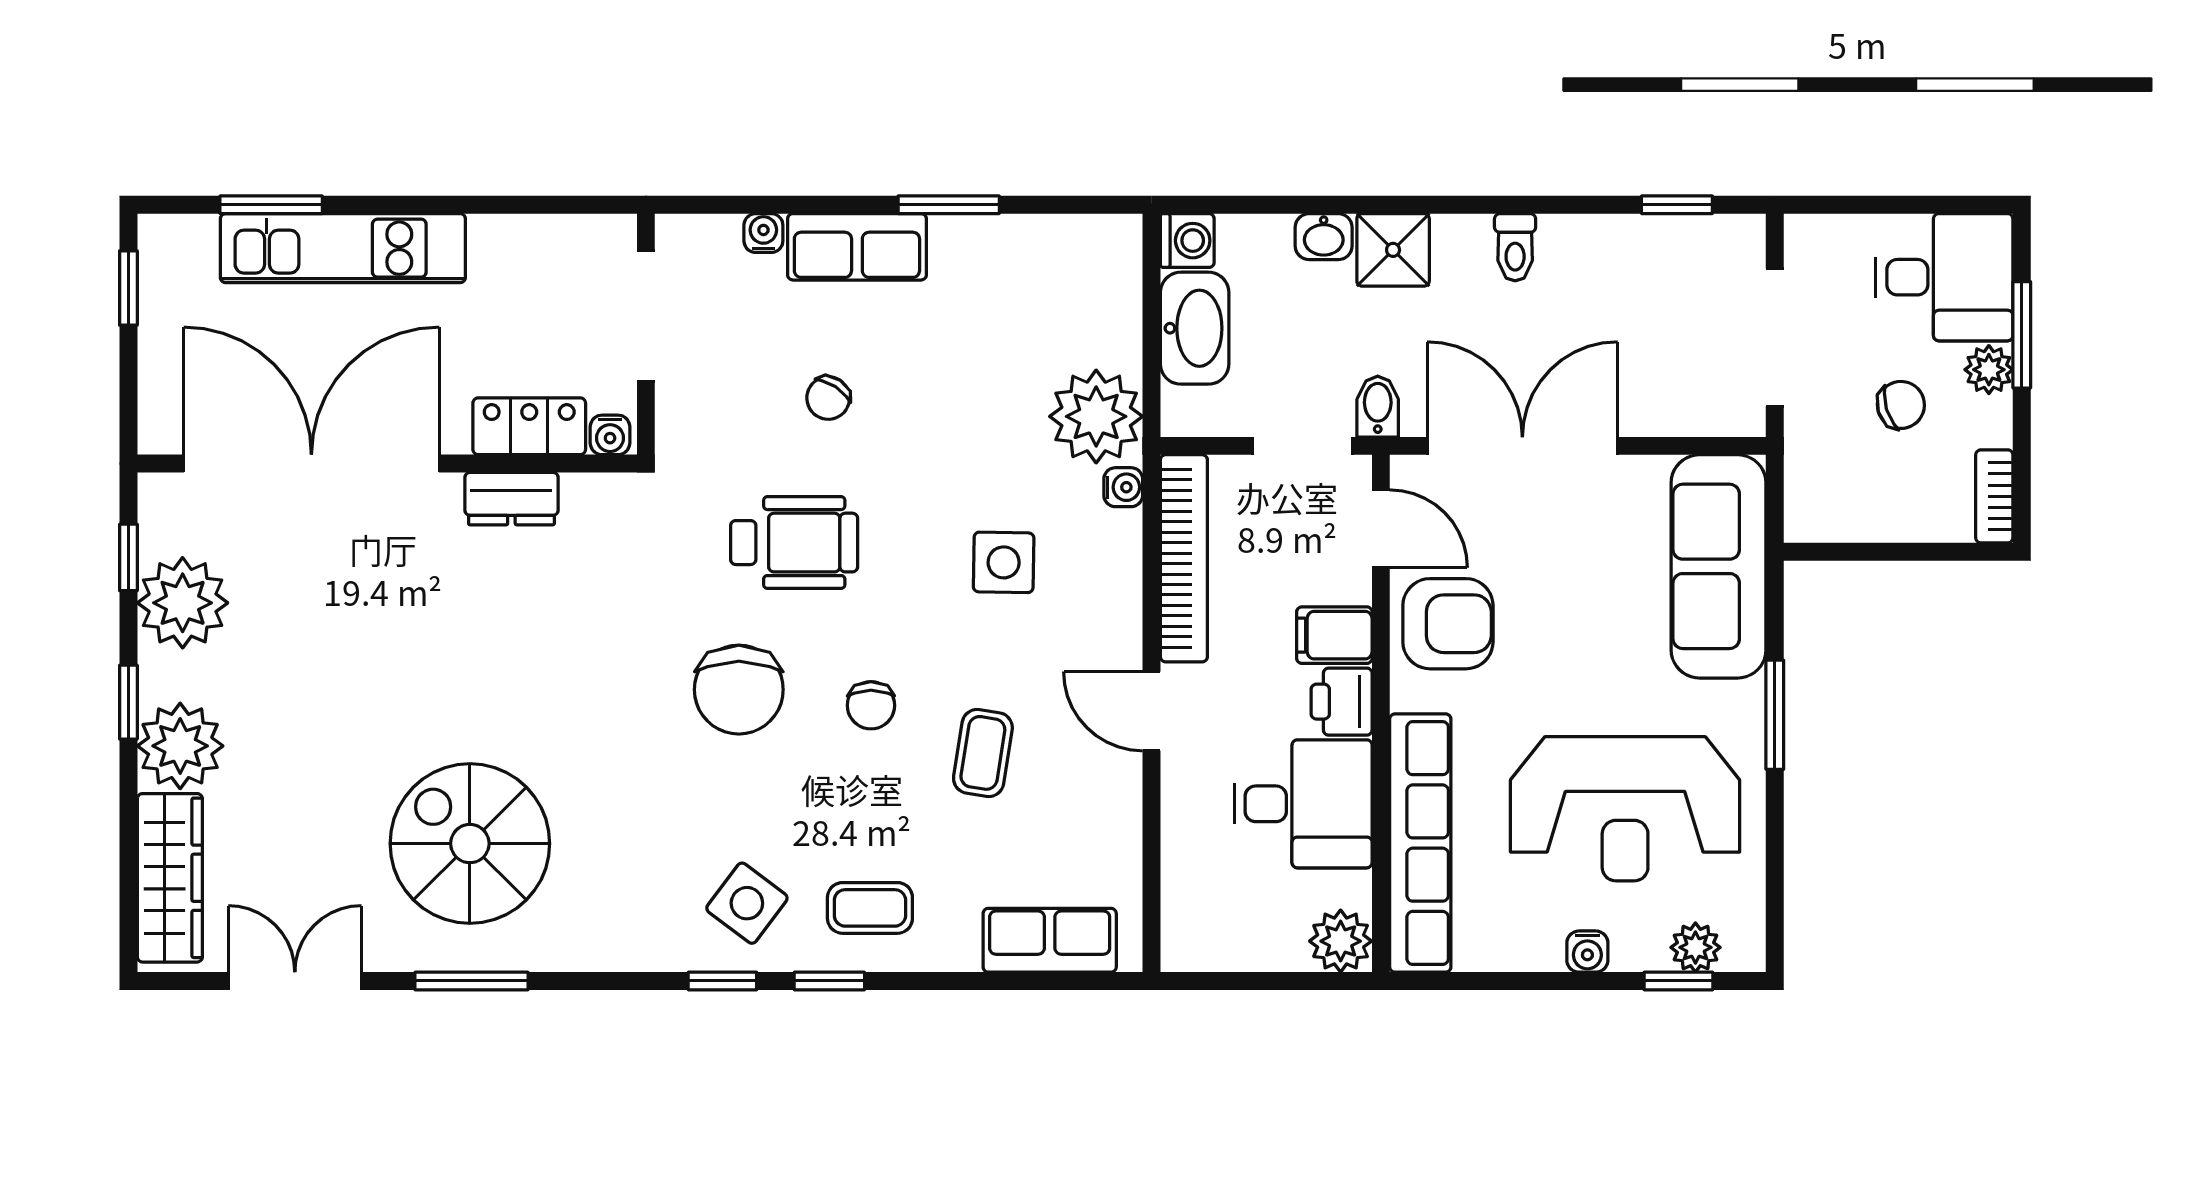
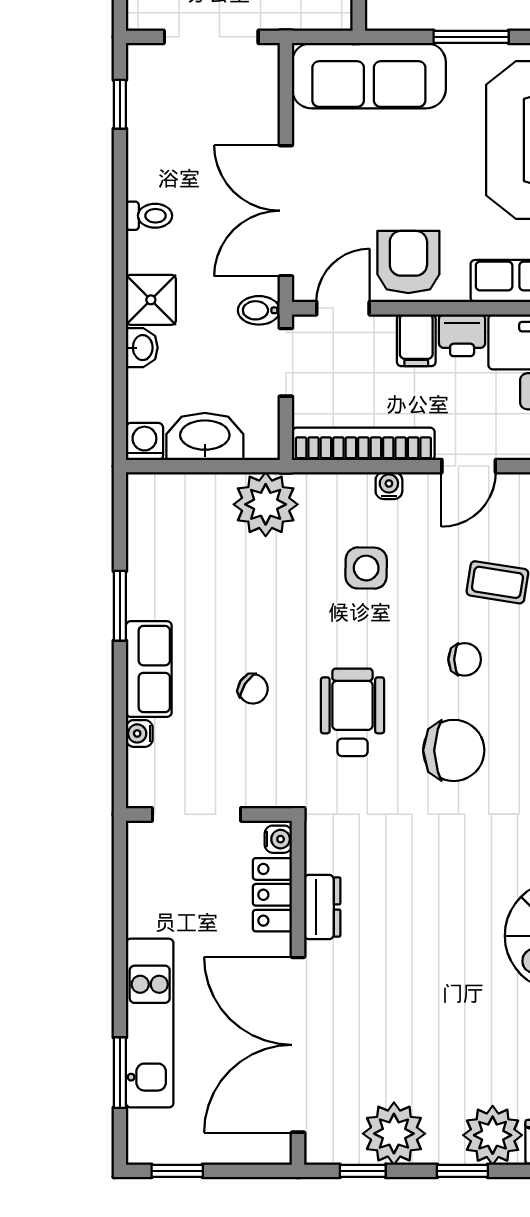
water cooler: (1123, 487) -> (389, 486), moved

